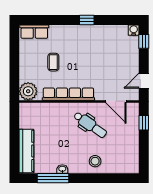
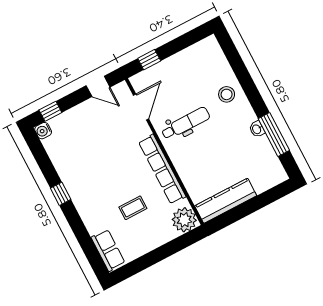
dental chair: (90, 125) -> (186, 123), turned 55
kitchen counter: (26, 151) -> (226, 201), moved

